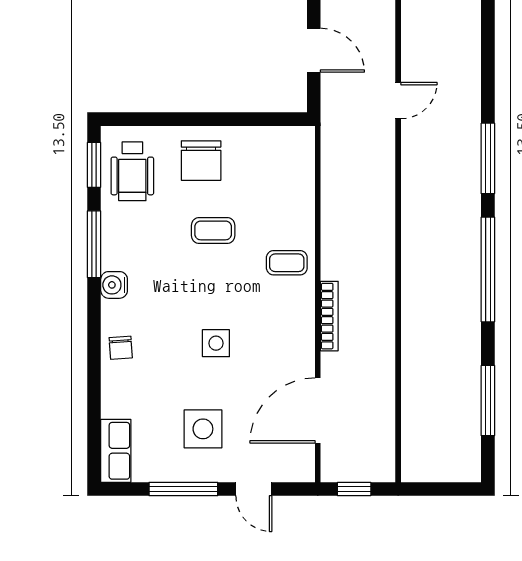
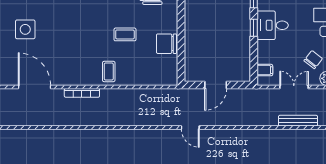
chair: (201, 161) -> (166, 44), moved
coffee table: (213, 230) -> (125, 34), turned 90
side table: (216, 343) -> (68, 36), removed

